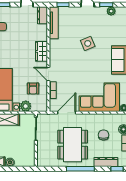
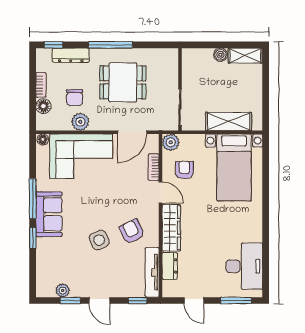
dresser: (42, 15) -> (170, 266), moved
armchair: (67, 49) -> (132, 231), added
wardrobe: (41, 51) -> (171, 228), width x1.50
plant: (26, 106) -> (171, 142), moved
plant: (100, 119) -> (80, 122), added
dining table: (73, 145) -> (123, 82), width x0.73

